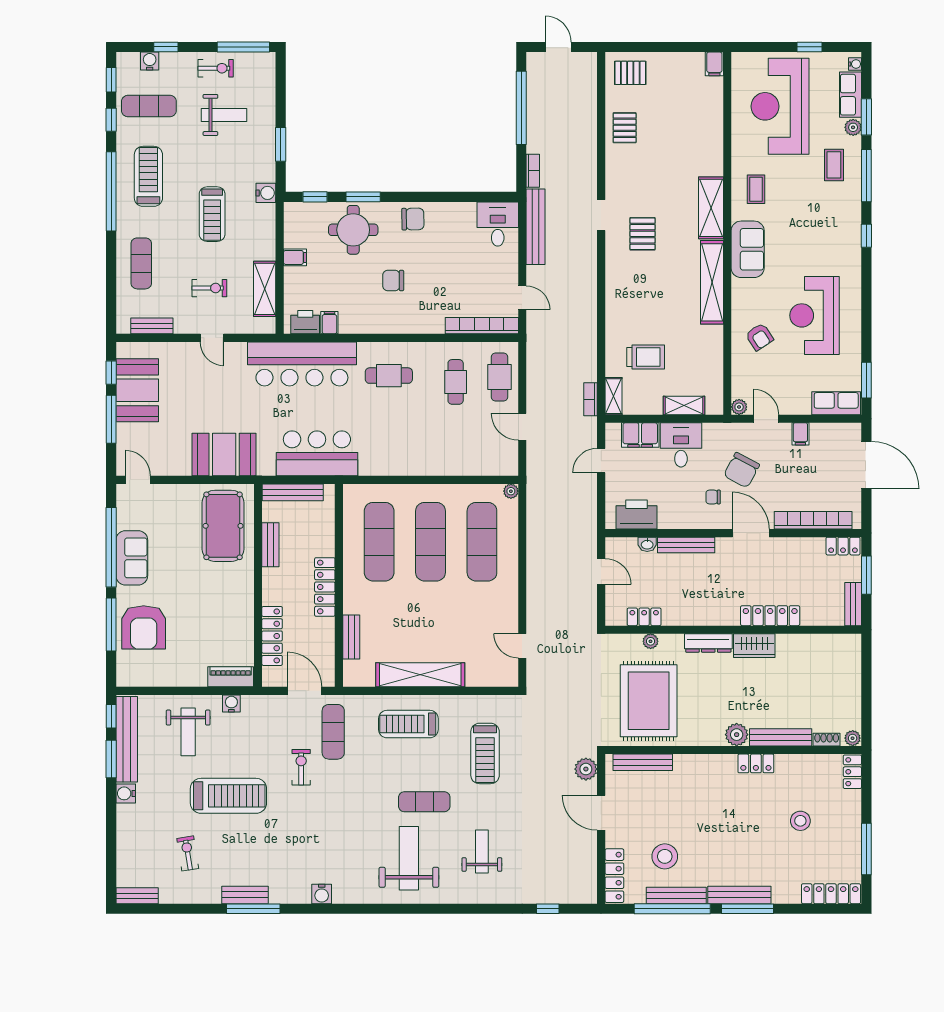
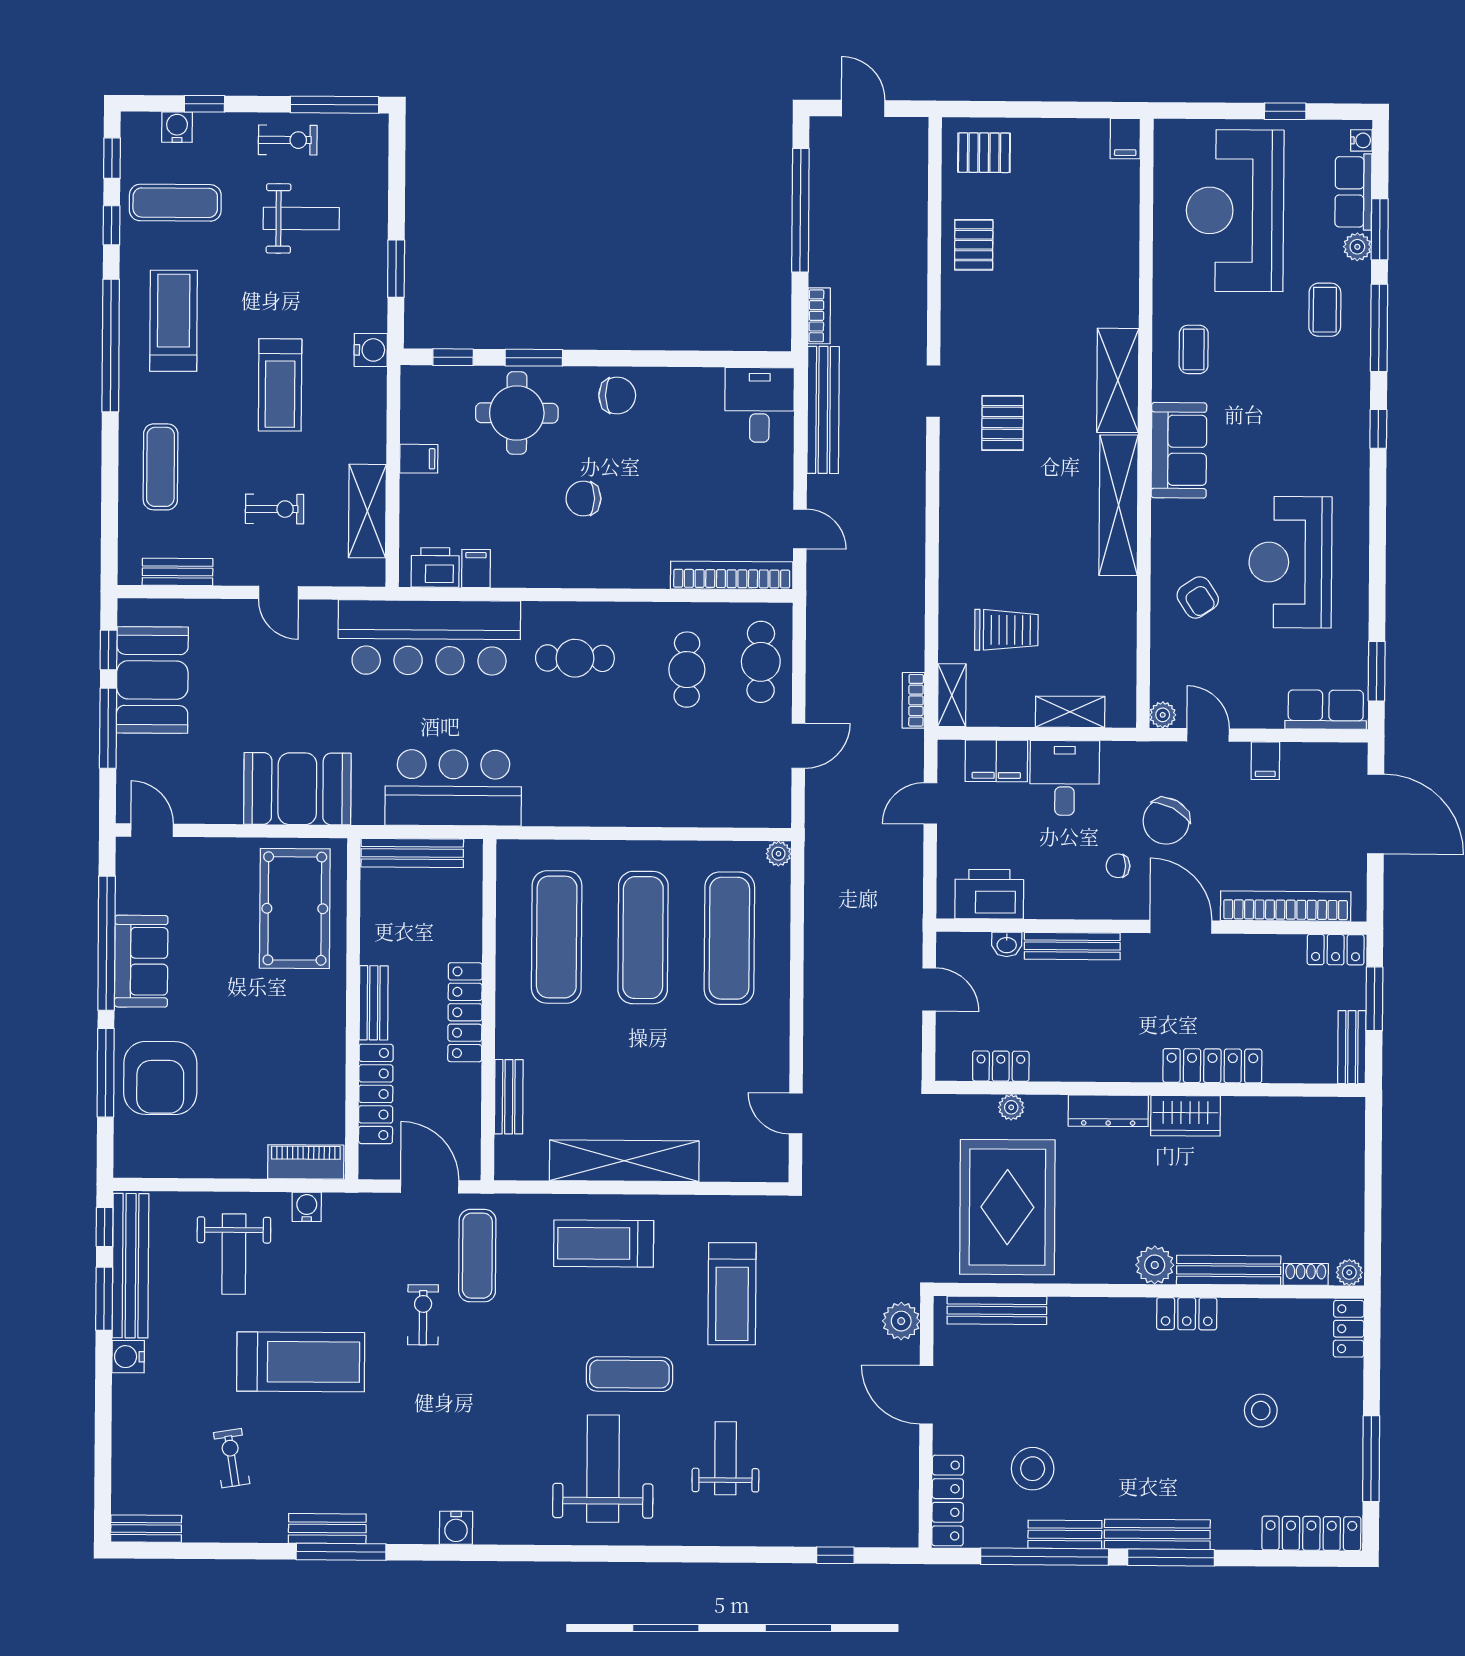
door: (522, 427) -> (798, 746), swing flipped
bench: (270, 545) -> (374, 1003), moved
bench: (676, 895) -> (1065, 1534), width x0.73

